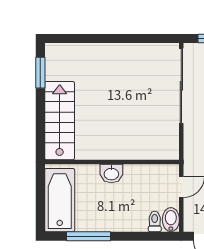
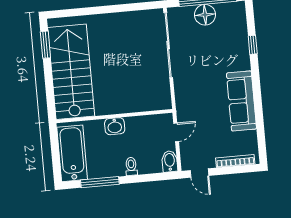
stairs: (60, 121) -> (71, 72), width x1.36, depth x1.51
toilet: (155, 221) -> (131, 166), moved

